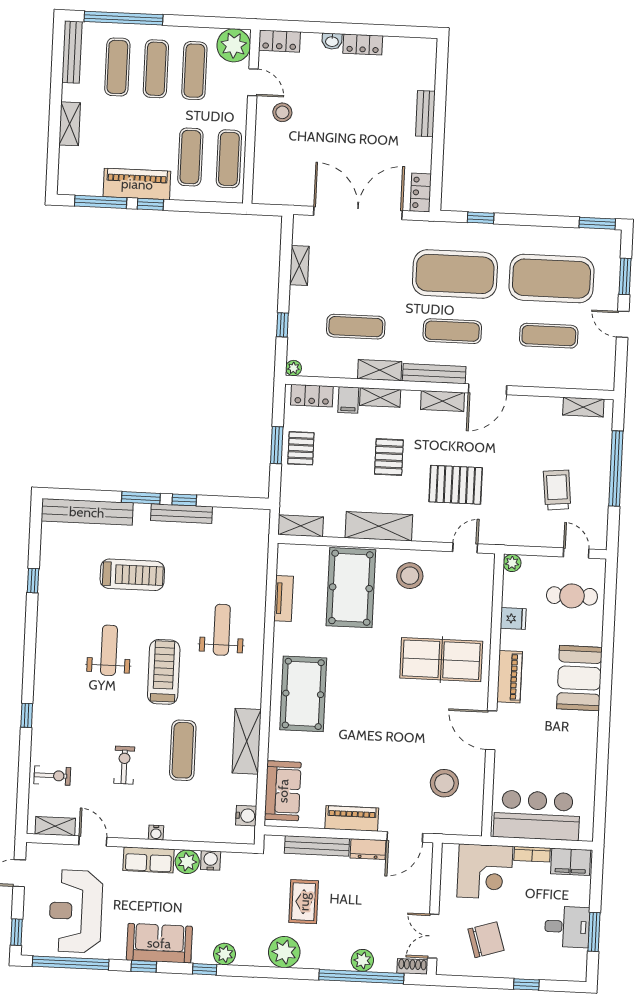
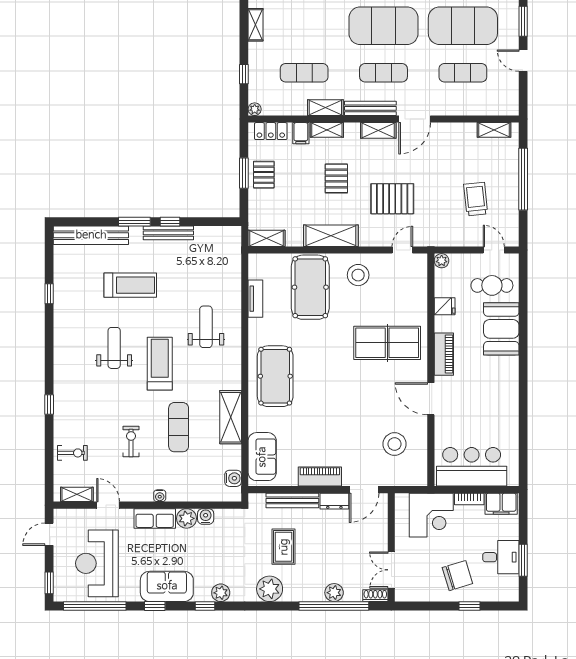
booth: (579, 678) -> (501, 329), moved
chair: (486, 940) -> (457, 576), moved

